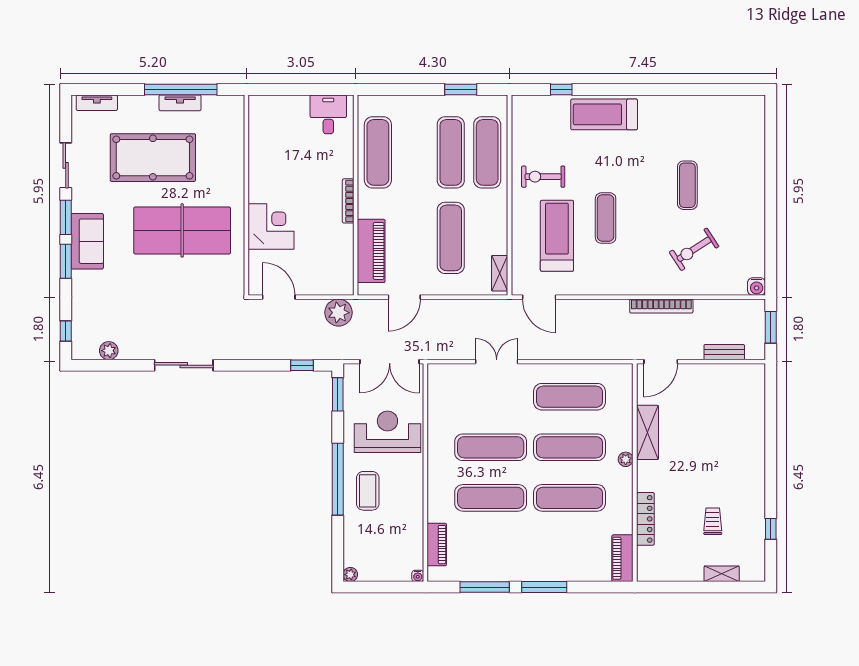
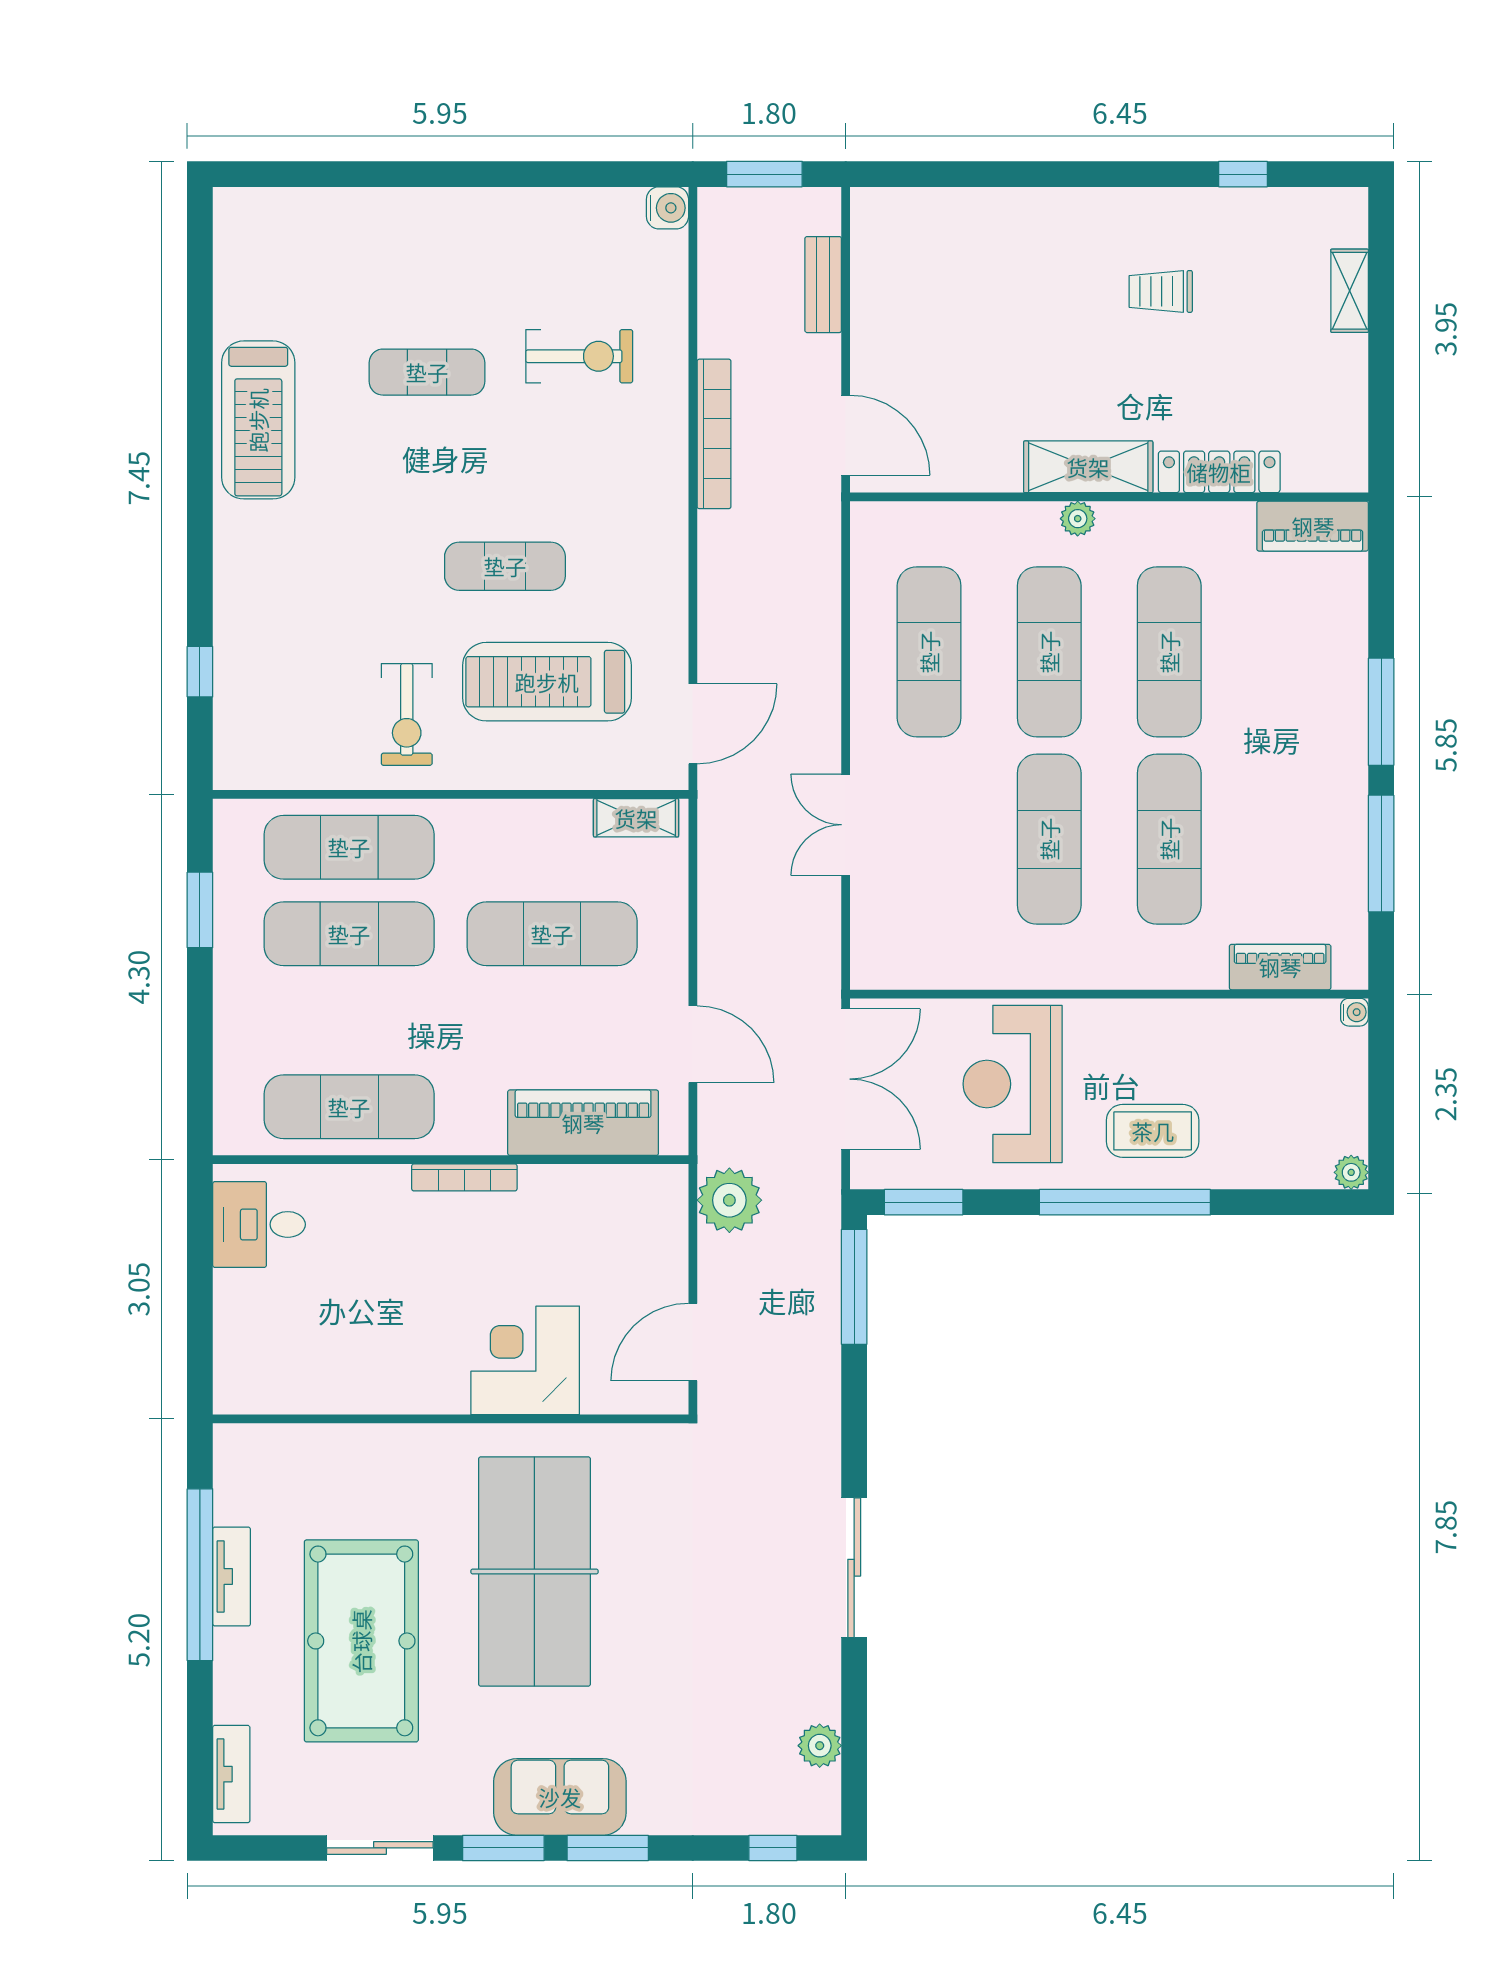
treadmill: (604, 114) -> (258, 420), moved
exercise bike: (694, 249) -> (579, 356), turned -57
window: (302, 365) -> (854, 1287), width x2.17
shelving: (647, 432) -> (1088, 467), moved
trolley: (713, 521) -> (1161, 291), moved

